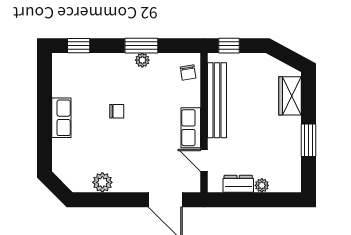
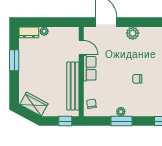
wardrobe: (290, 96) -> (34, 104), moved, turned -62
plant: (102, 182) -> (133, 33), moved
dresser: (238, 184) -> (29, 32), moved

